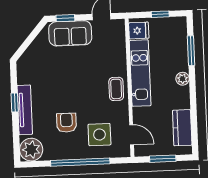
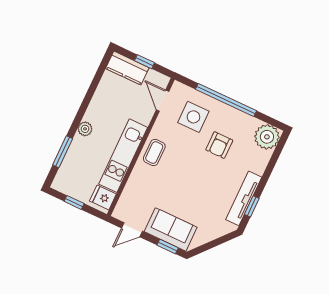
window: (15, 102) -> (252, 206), moved
tv unit: (25, 110) -> (244, 198), moved
kitchen counter: (182, 128) -> (127, 68), moved, turned 90
window: (163, 159) -> (145, 62), width x0.67

